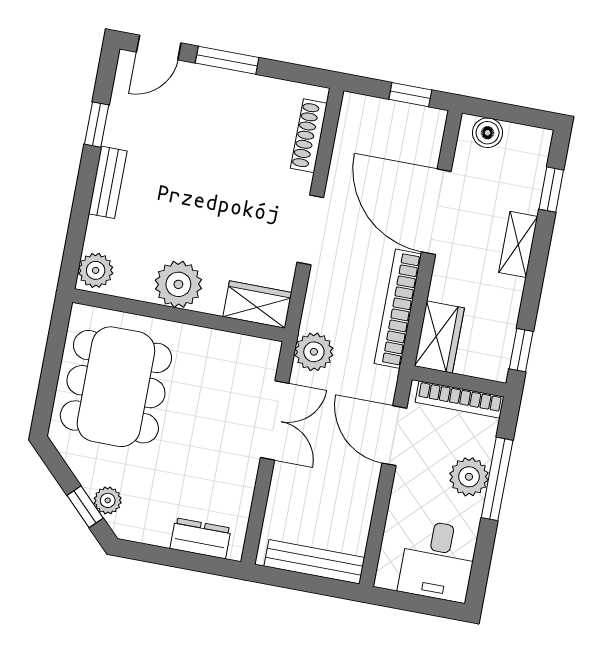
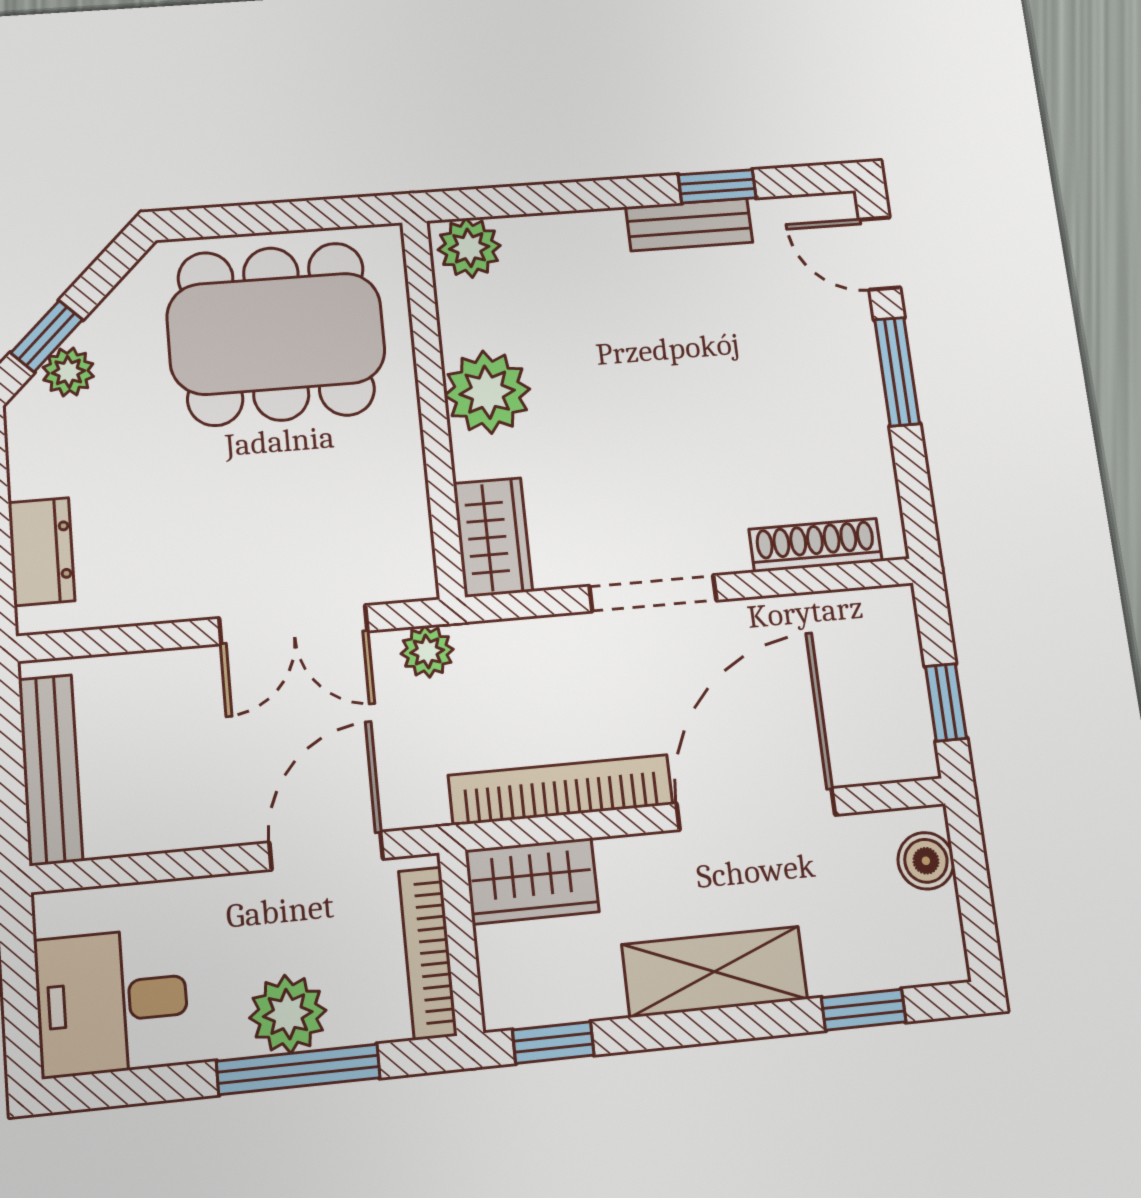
bench: (108, 182) -> (689, 225), moved
shelving: (518, 244) -> (714, 972), width x1.50, depth x1.33
plant: (314, 352) -> (427, 651), width x0.73, depth x0.73

